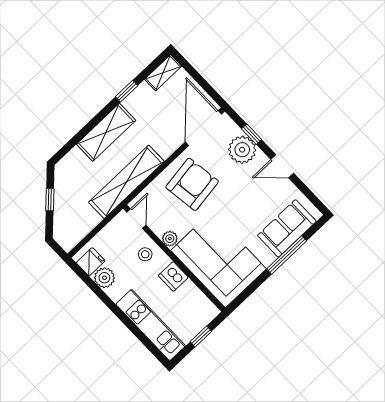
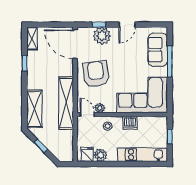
shelving: (106, 132) -> (34, 109), moved
plant: (170, 239) -> (100, 108), moved

